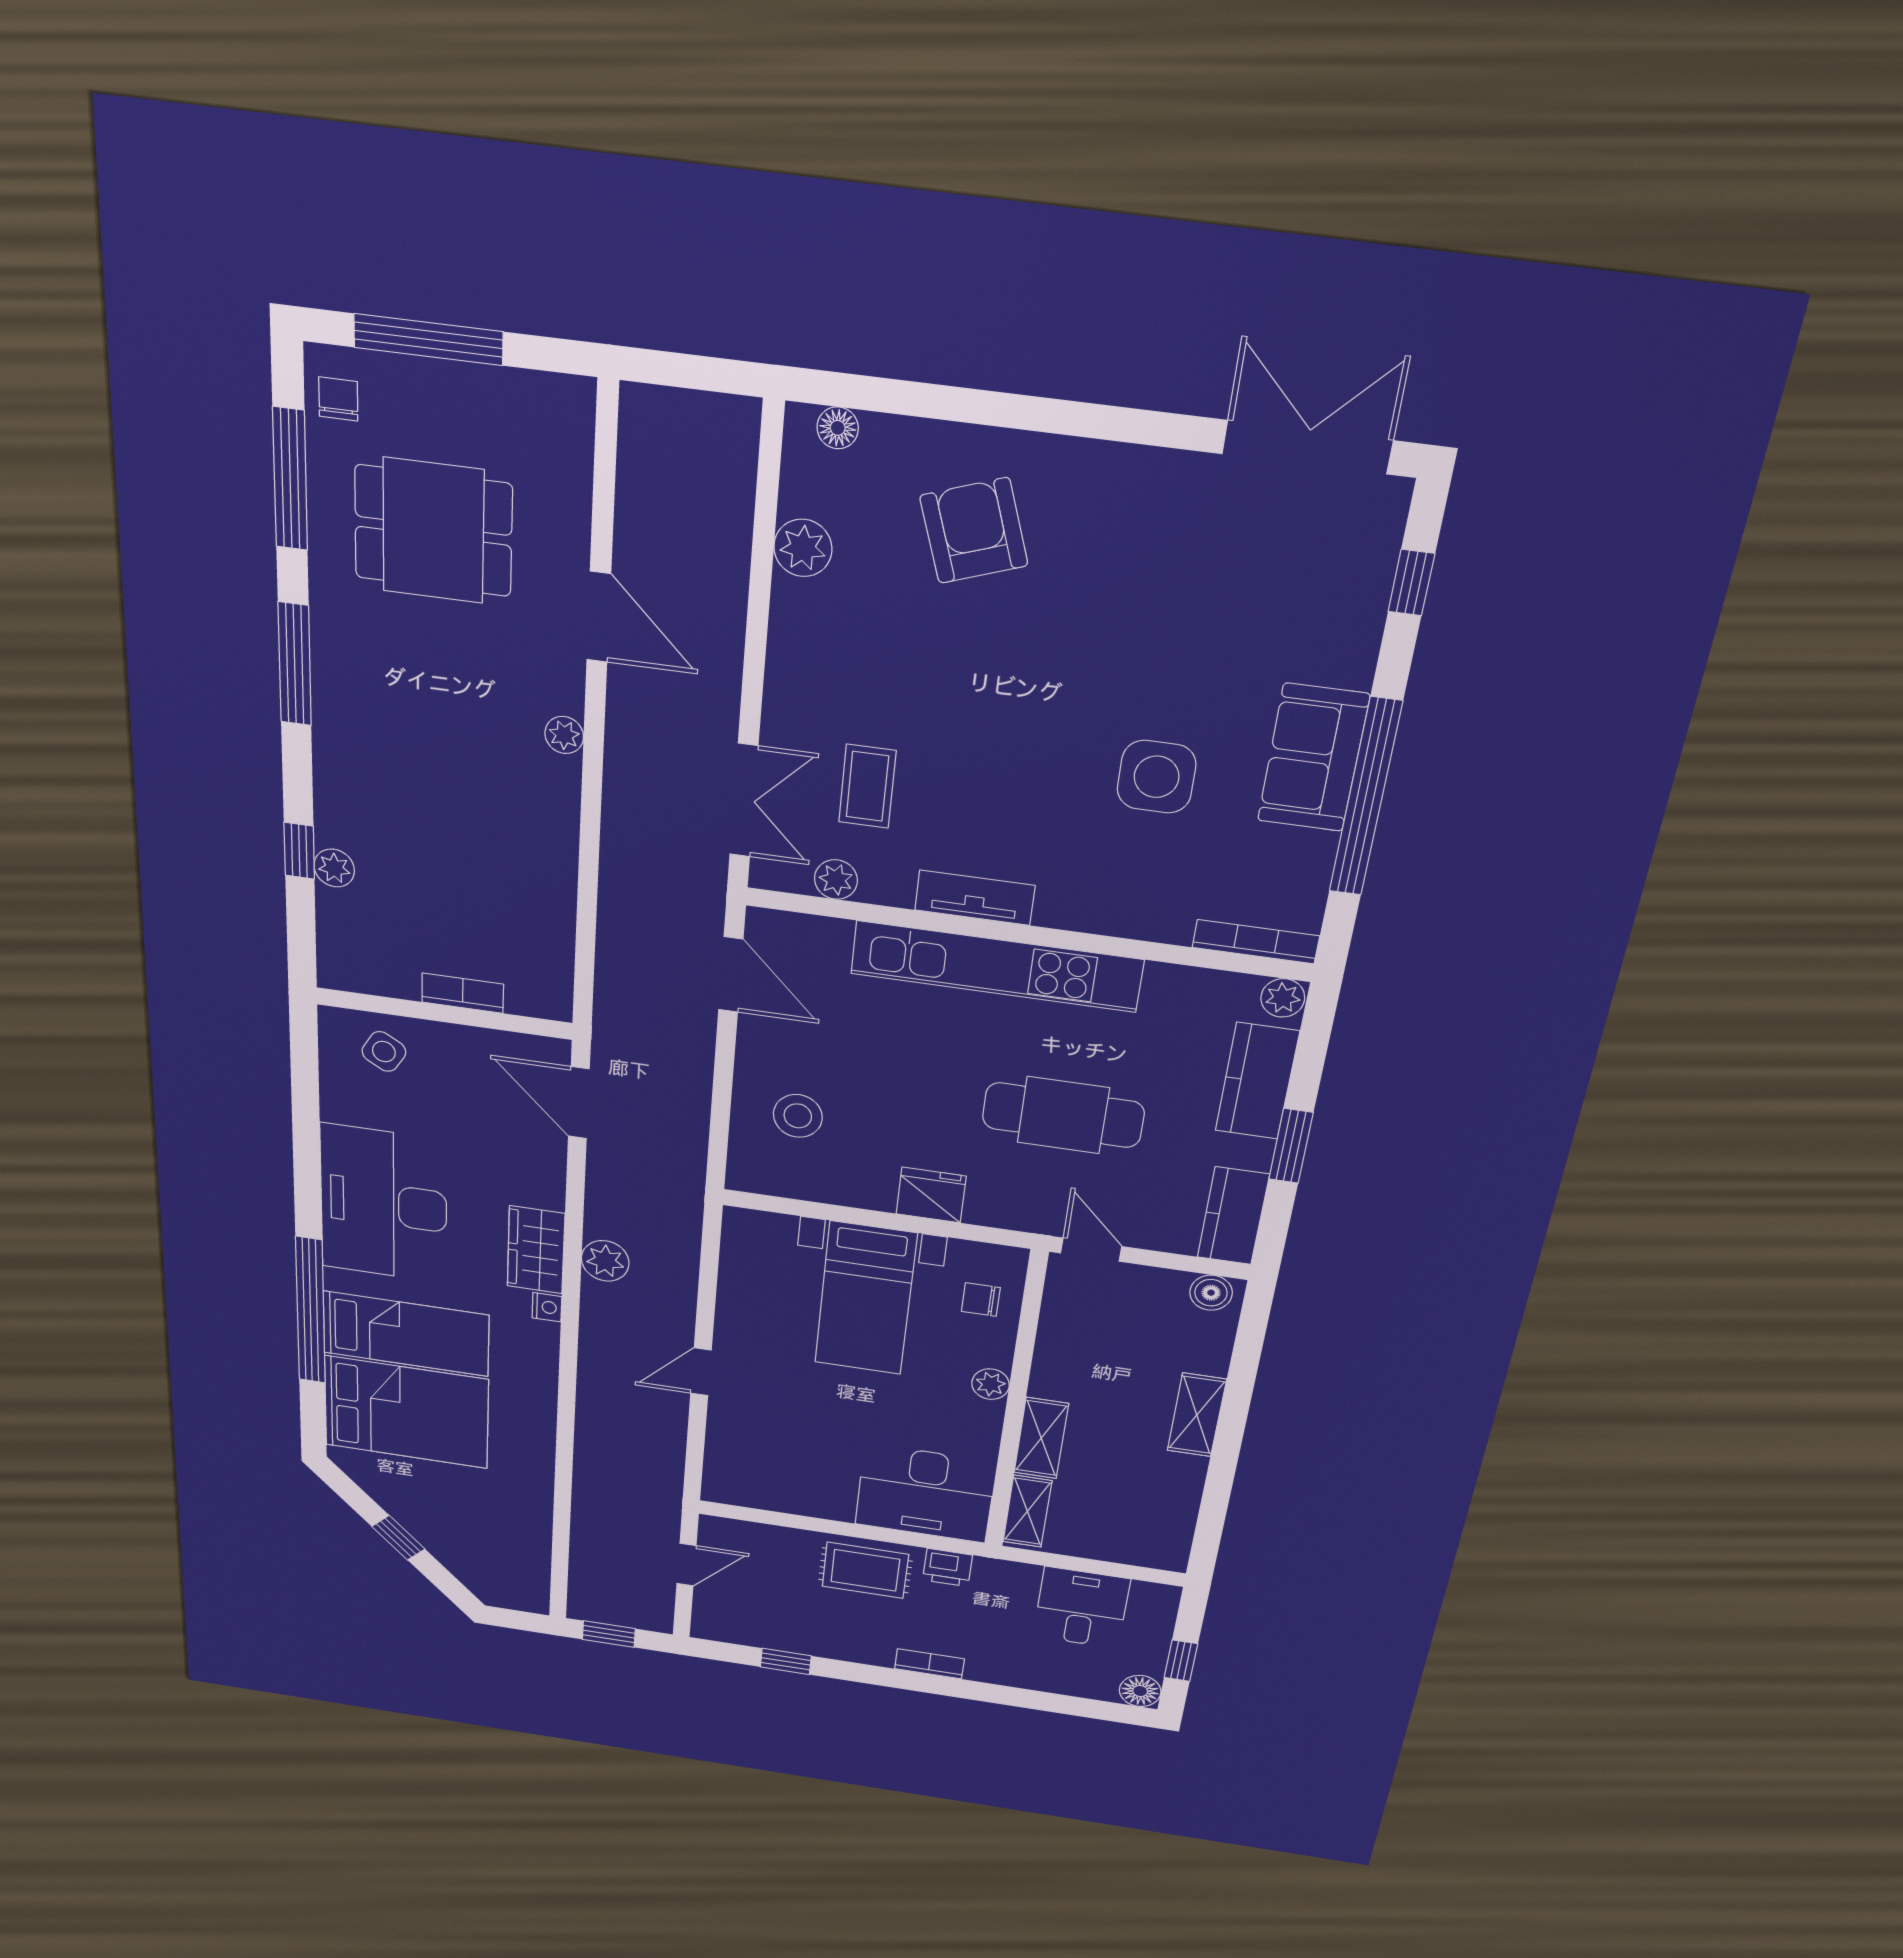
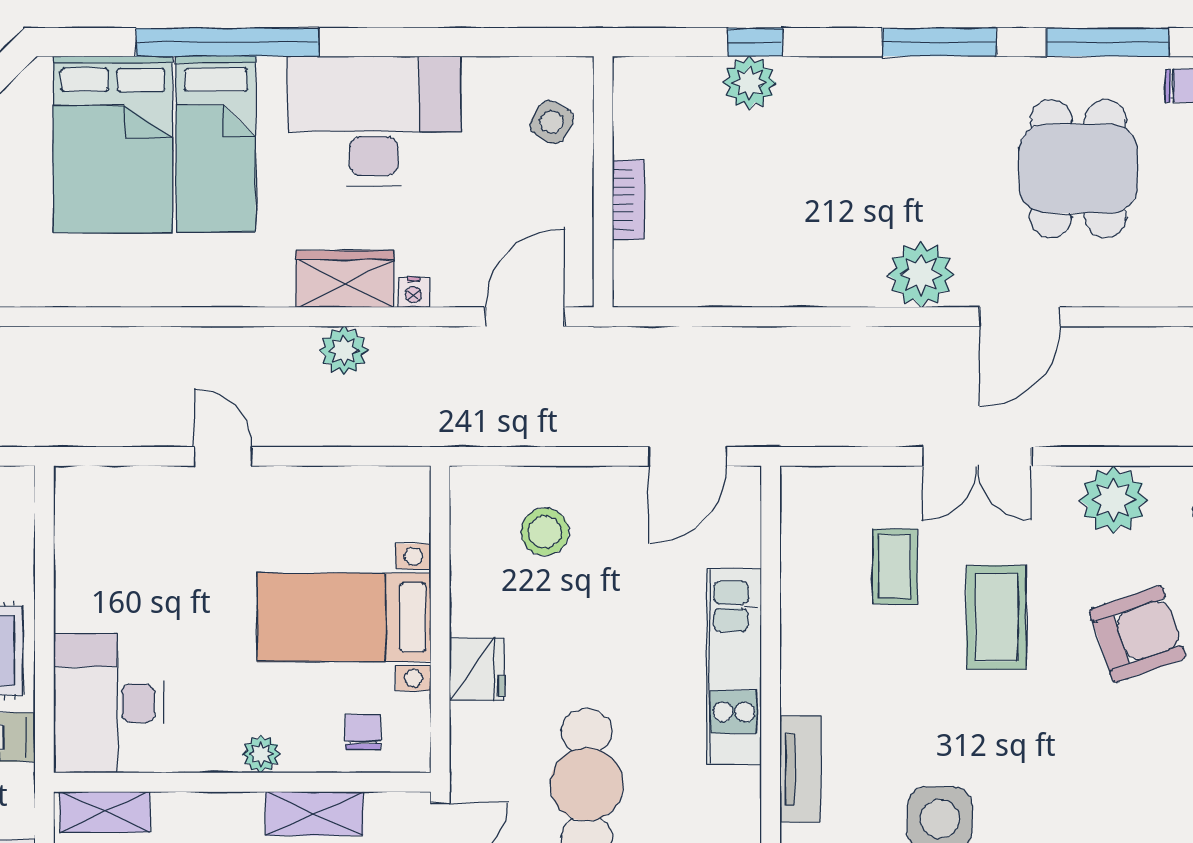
plant: (803, 548) -> (1113, 500), width x1.36, depth x1.36
coffee table: (936, 687) -> (996, 617), added
plant: (564, 735) -> (921, 274), width x1.88, depth x1.88
coffee table: (867, 786) -> (895, 566), turned 90
double door: (744, 800) -> (977, 456), moved
plant: (334, 868) -> (750, 83), width x1.38, depth x1.38
plant: (836, 880) -> (800, 546), removed
tv unit: (975, 898) -> (800, 769), moved
kitchen unit: (997, 967) -> (734, 667), width x0.73
nightstand: (547, 1307) -> (414, 292), moved
shelving: (1041, 1438) -> (314, 814), moved

